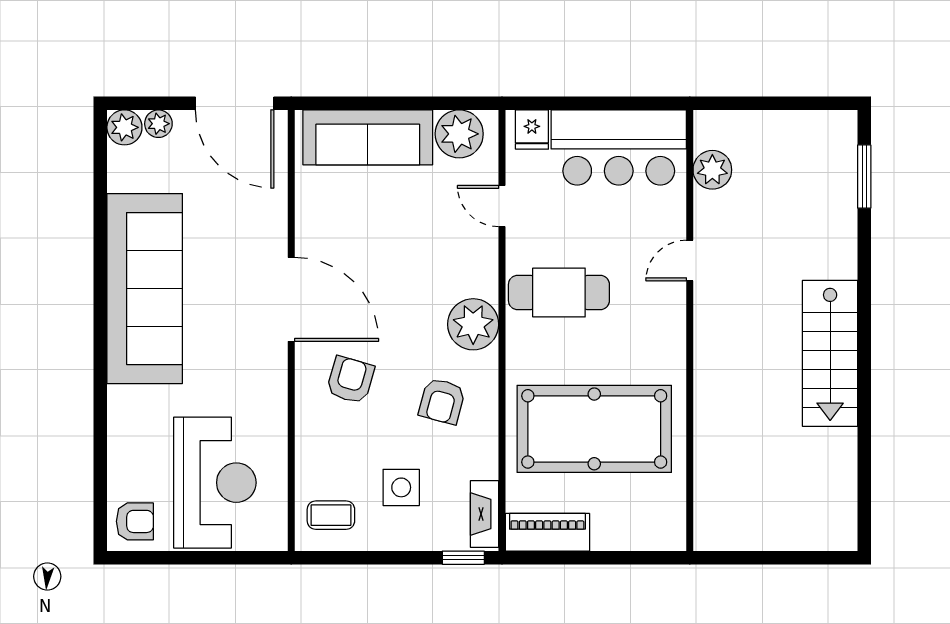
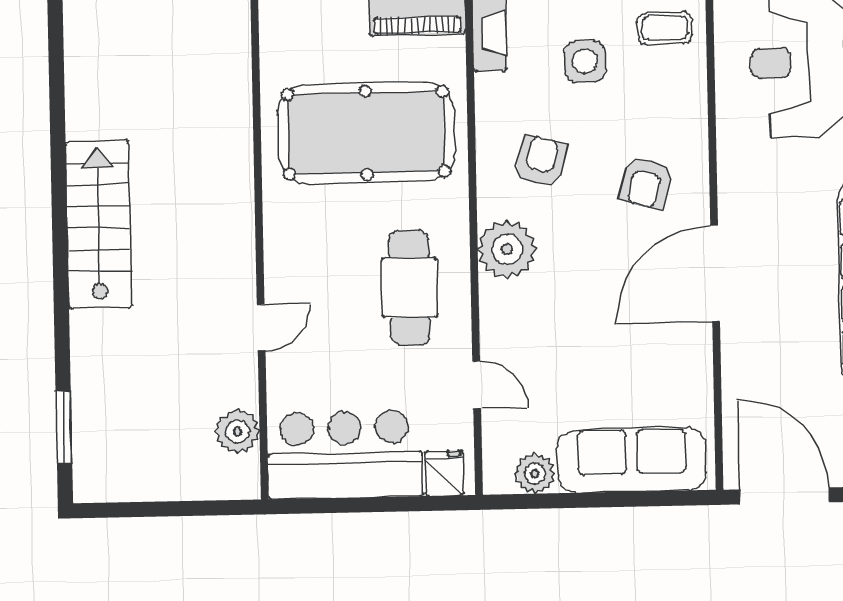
plant: (459, 134) -> (535, 474), width x0.73, depth x0.73
cafe table: (559, 292) -> (410, 288), turned 90
door: (291, 299) -> (715, 273), hinge flipped

